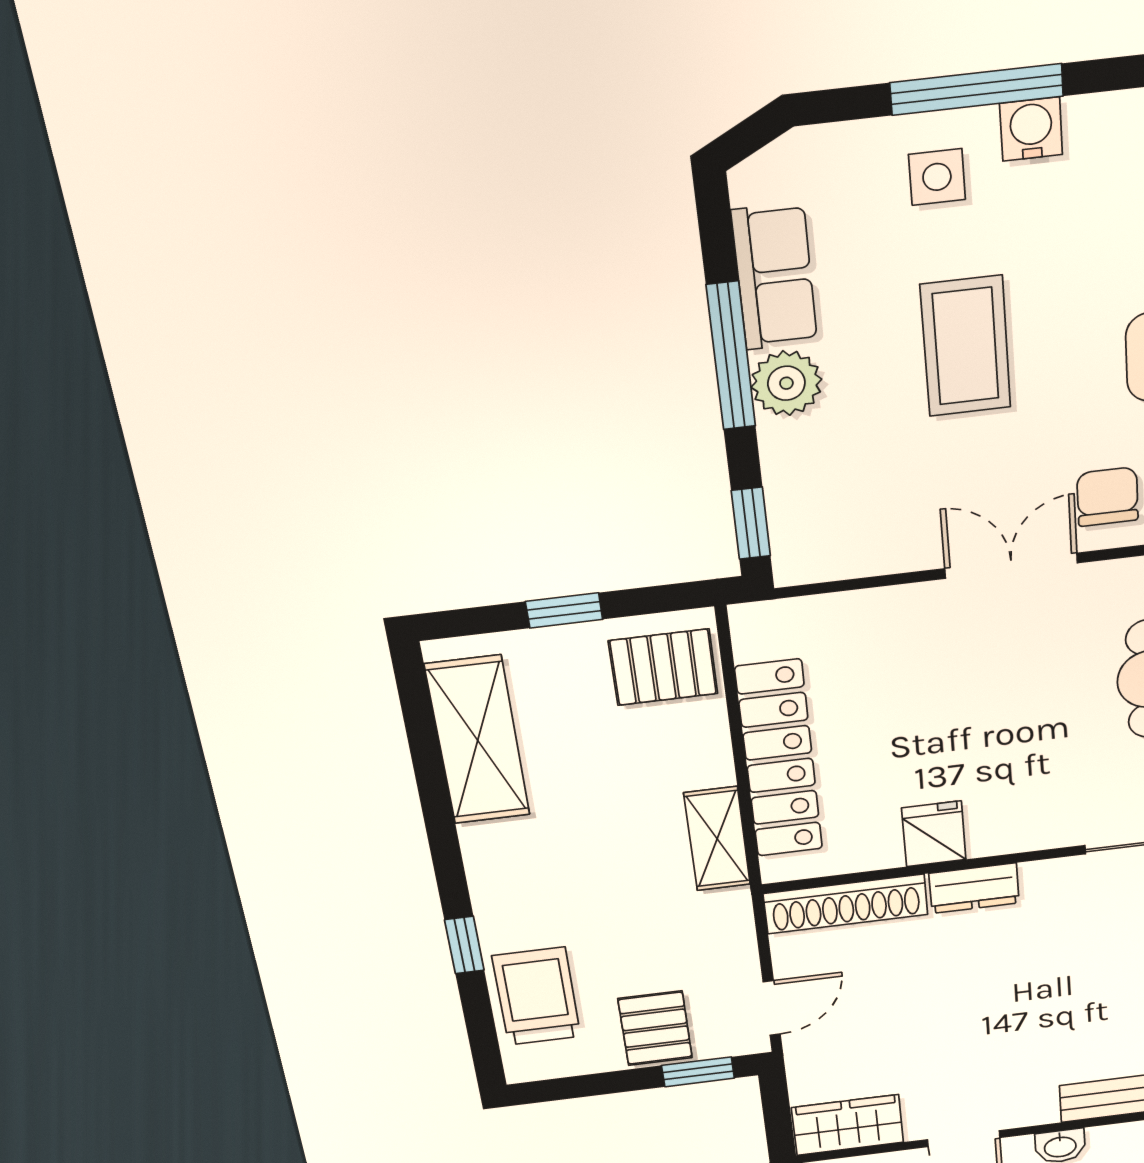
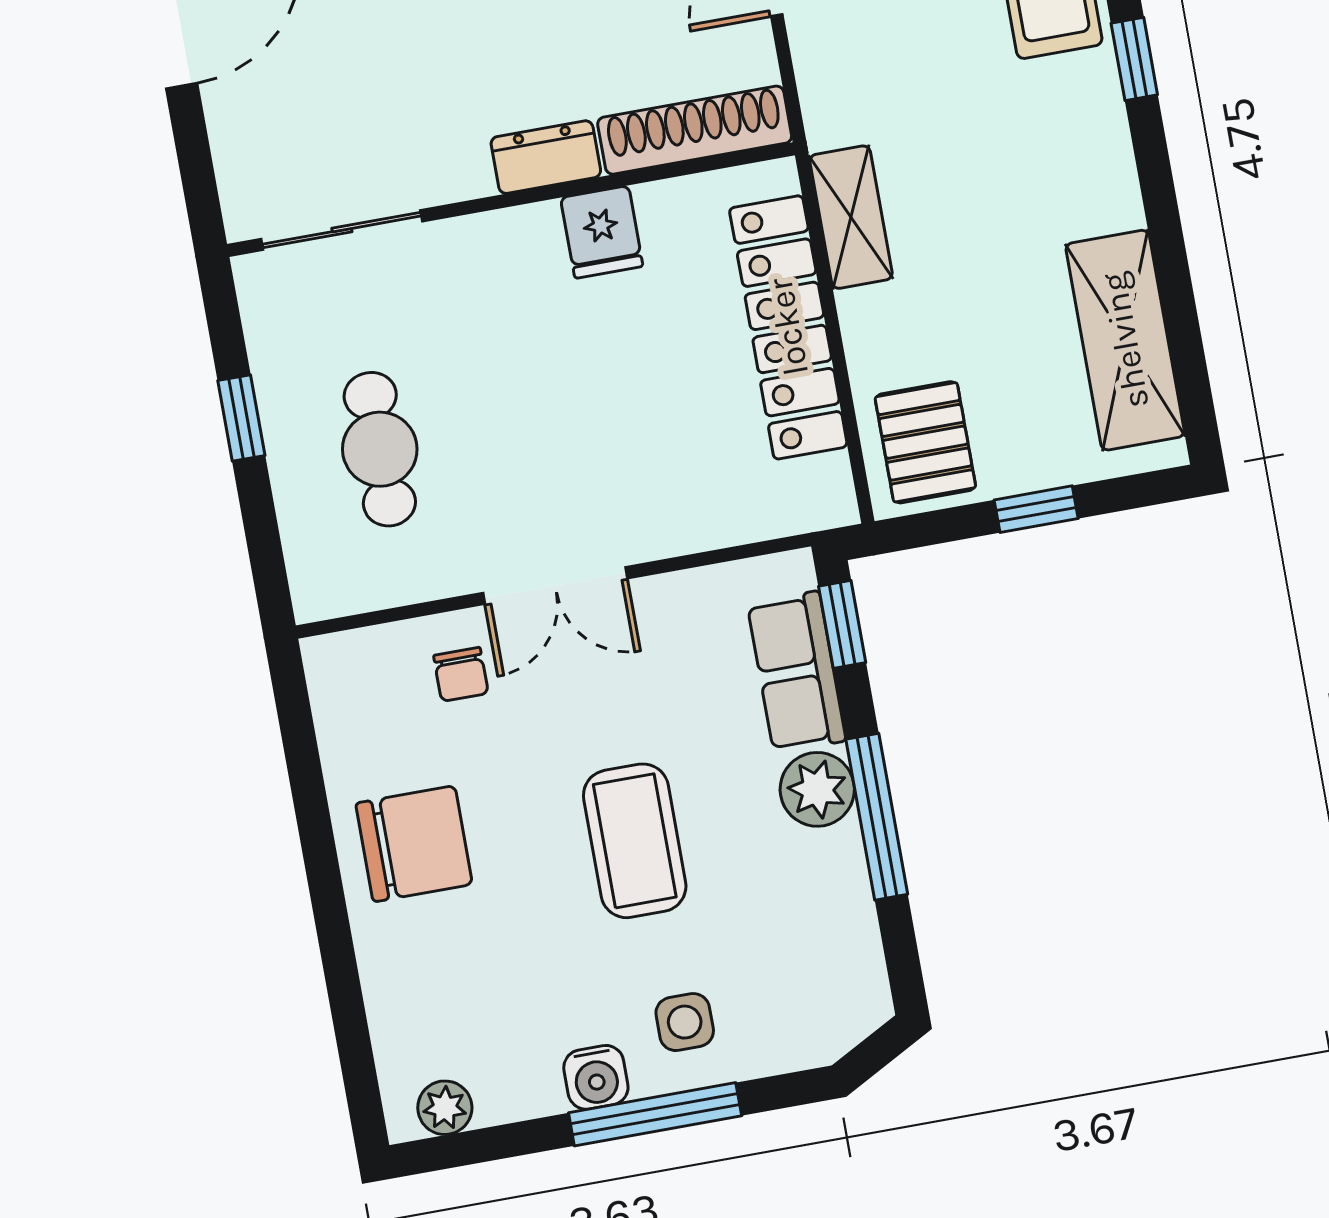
row of seats: (775, 277) -> (796, 672), moved
chair: (1107, 497) -> (461, 674), width x0.73, depth x0.73
pallet: (663, 667) -> (925, 442), turned 90

